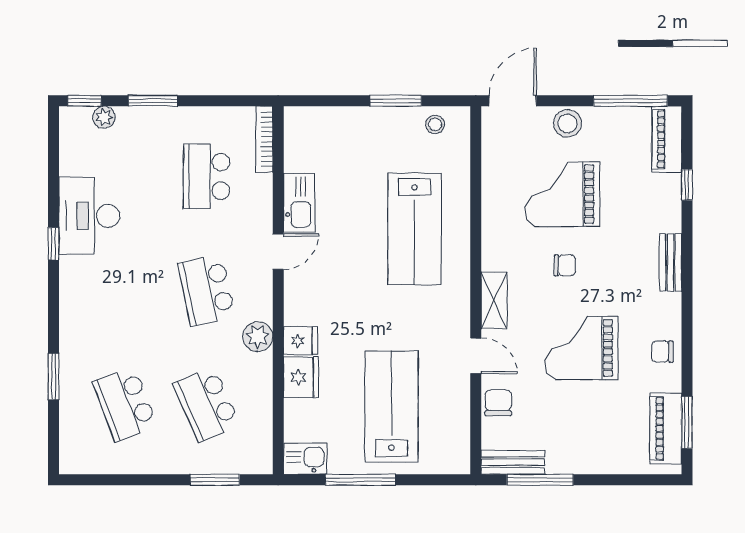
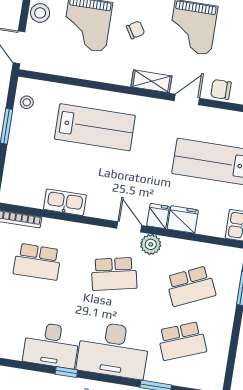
door: (278, 252) -> (129, 227), moved
chair: (565, 265) -> (135, 30), turned 58
desk: (96, 307) -> (113, 350), added

